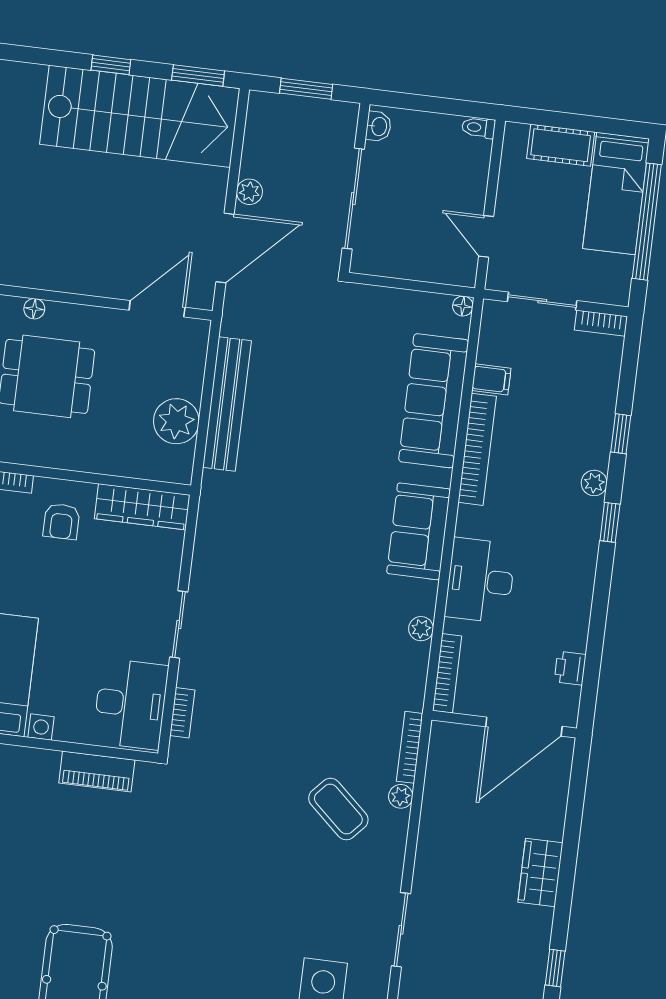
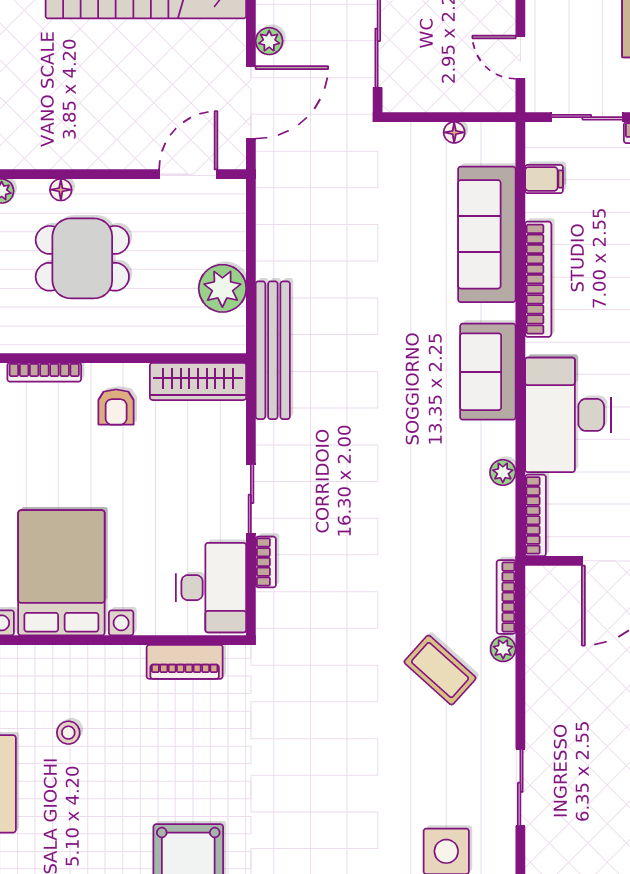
floor lamp: (463, 306) -> (454, 132), moved
filing cabinet: (491, 379) -> (544, 179), moved
bench: (227, 404) -> (273, 350), moved
desk: (480, 580) -> (568, 415), width x1.36, depth x1.30
bookcase: (182, 713) -> (266, 562), moved

